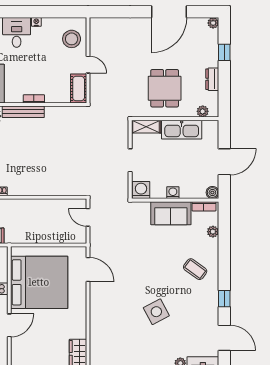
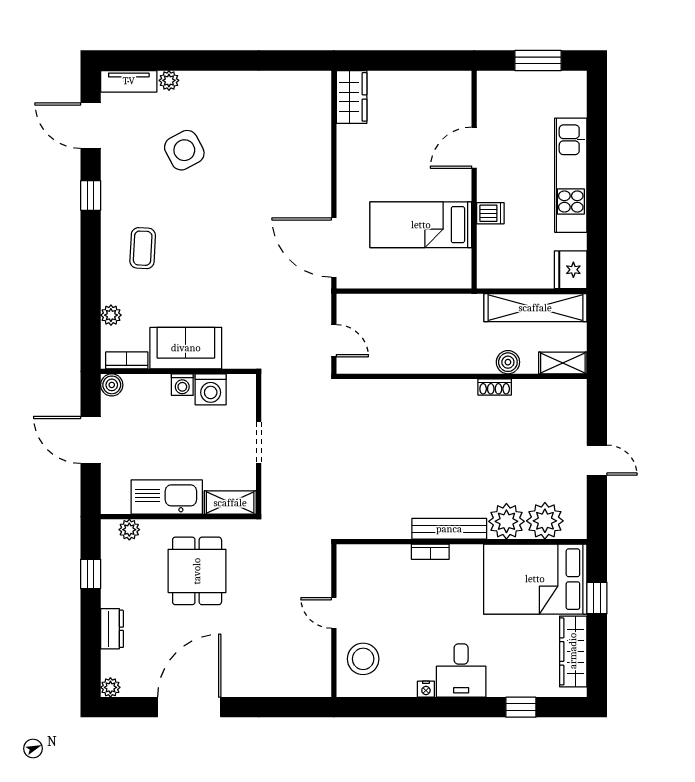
window: (224, 52) -> (91, 574), moved
dresser: (212, 79) -> (112, 629), moved
cot: (79, 88) -> (351, 570), removed
door: (224, 162) -> (91, 440), hinge flipped
washing machine: (141, 190) -> (211, 389), moved
coffee table: (195, 269) -> (143, 248), turned 57
door: (88, 270) -> (334, 247), width x1.36
bed: (39, 282) -> (421, 225), width x0.49
side table: (156, 312) -> (184, 150), moved

